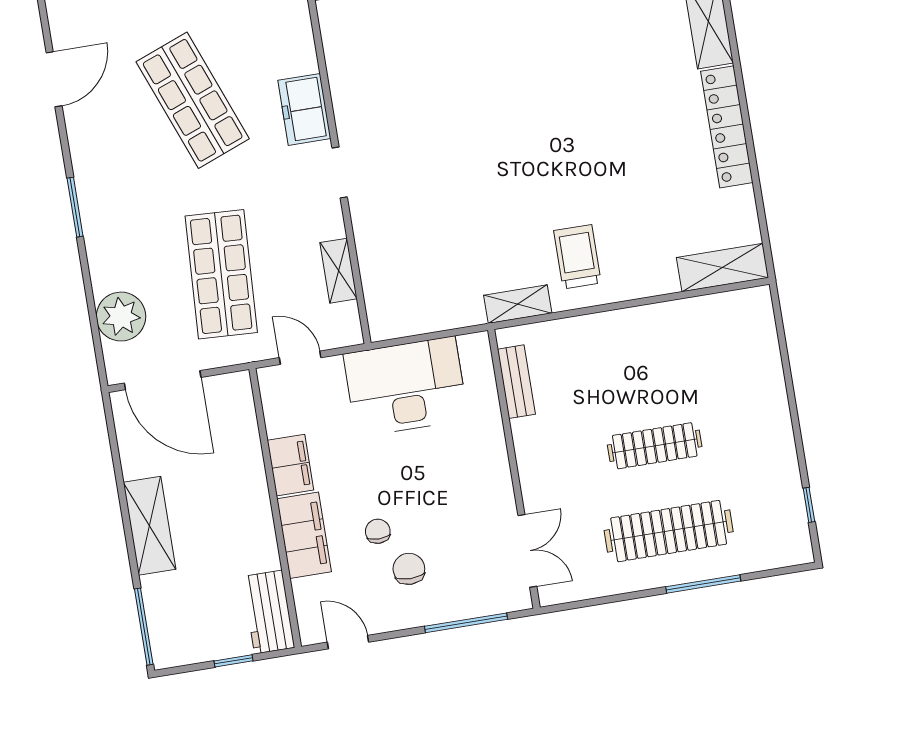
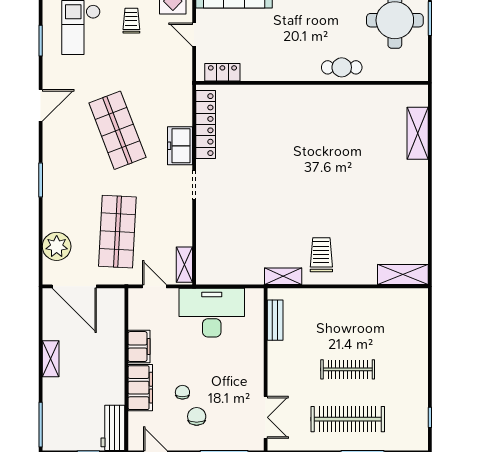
locker: (727, 127) -> (206, 125), moved, turned 180
shelving: (338, 271) -> (184, 265), moved
shelving: (149, 526) -> (51, 359), width x0.67, depth x0.75

